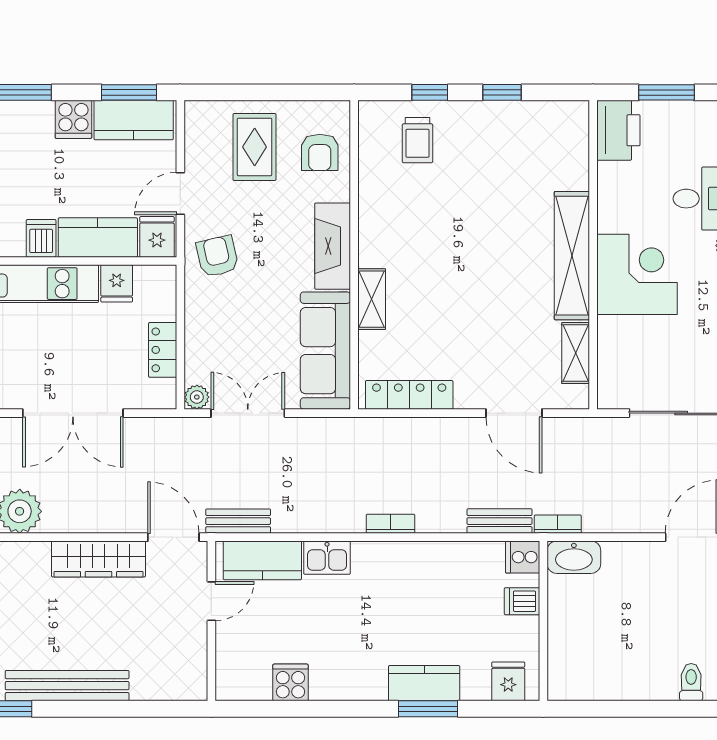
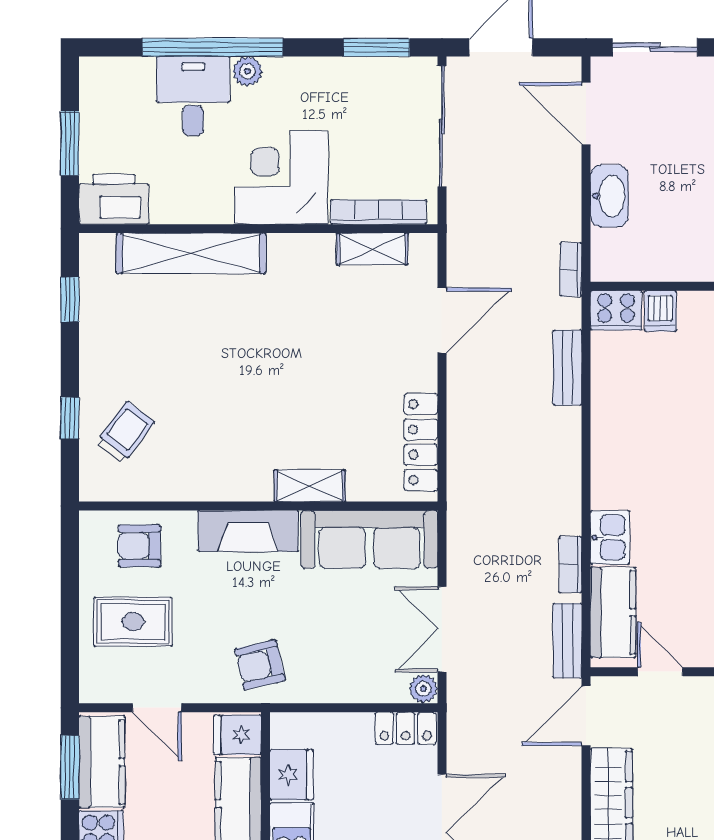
window: (502, 92) -> (70, 300), moved
trolley: (417, 140) -> (125, 432), turned -53
armchair: (320, 152) -> (139, 546), turned 180
door: (180, 194) -> (157, 708), moved
shelving: (572, 256) -> (191, 253), moved
fridge: (117, 283) -> (292, 775), width x1.38
locker: (163, 350) -> (406, 728), moved
bookcase: (607, 358) -> (379, 212), added
bench: (500, 521) -> (567, 368), moved
bookcase: (391, 524) -> (571, 564), moved
cooker: (523, 557) -> (616, 310), width x1.36
washbasin: (574, 557) -> (609, 196), moved

